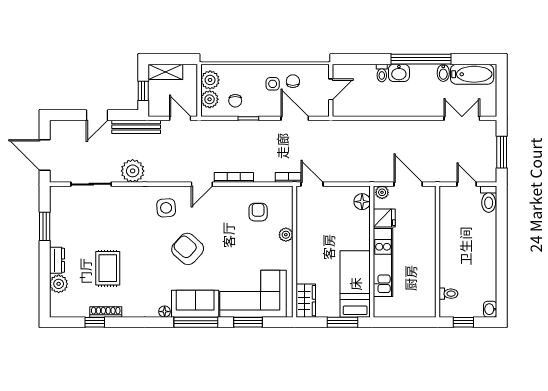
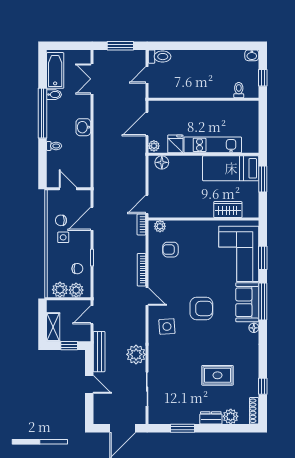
washbasin: (399, 73) -> (83, 127), moved, turned 180
plant: (286, 235) -> (160, 226), moved
armchair: (188, 249) -> (201, 309), turned -132
wardrobe: (306, 301) -> (228, 210), moved
shoe rack: (106, 312) -> (254, 411), moved

